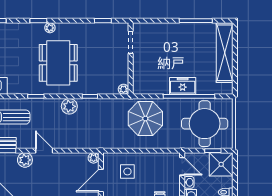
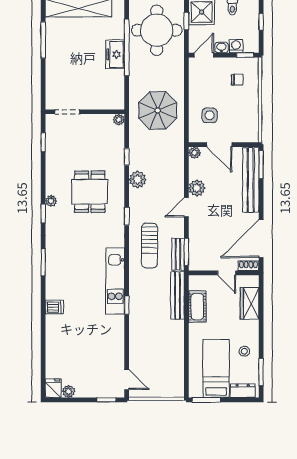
dining table: (58, 63) -> (90, 192), width x0.73
parasol: (145, 119) -> (158, 110), moved
plant: (25, 160) -> (197, 188), moved

